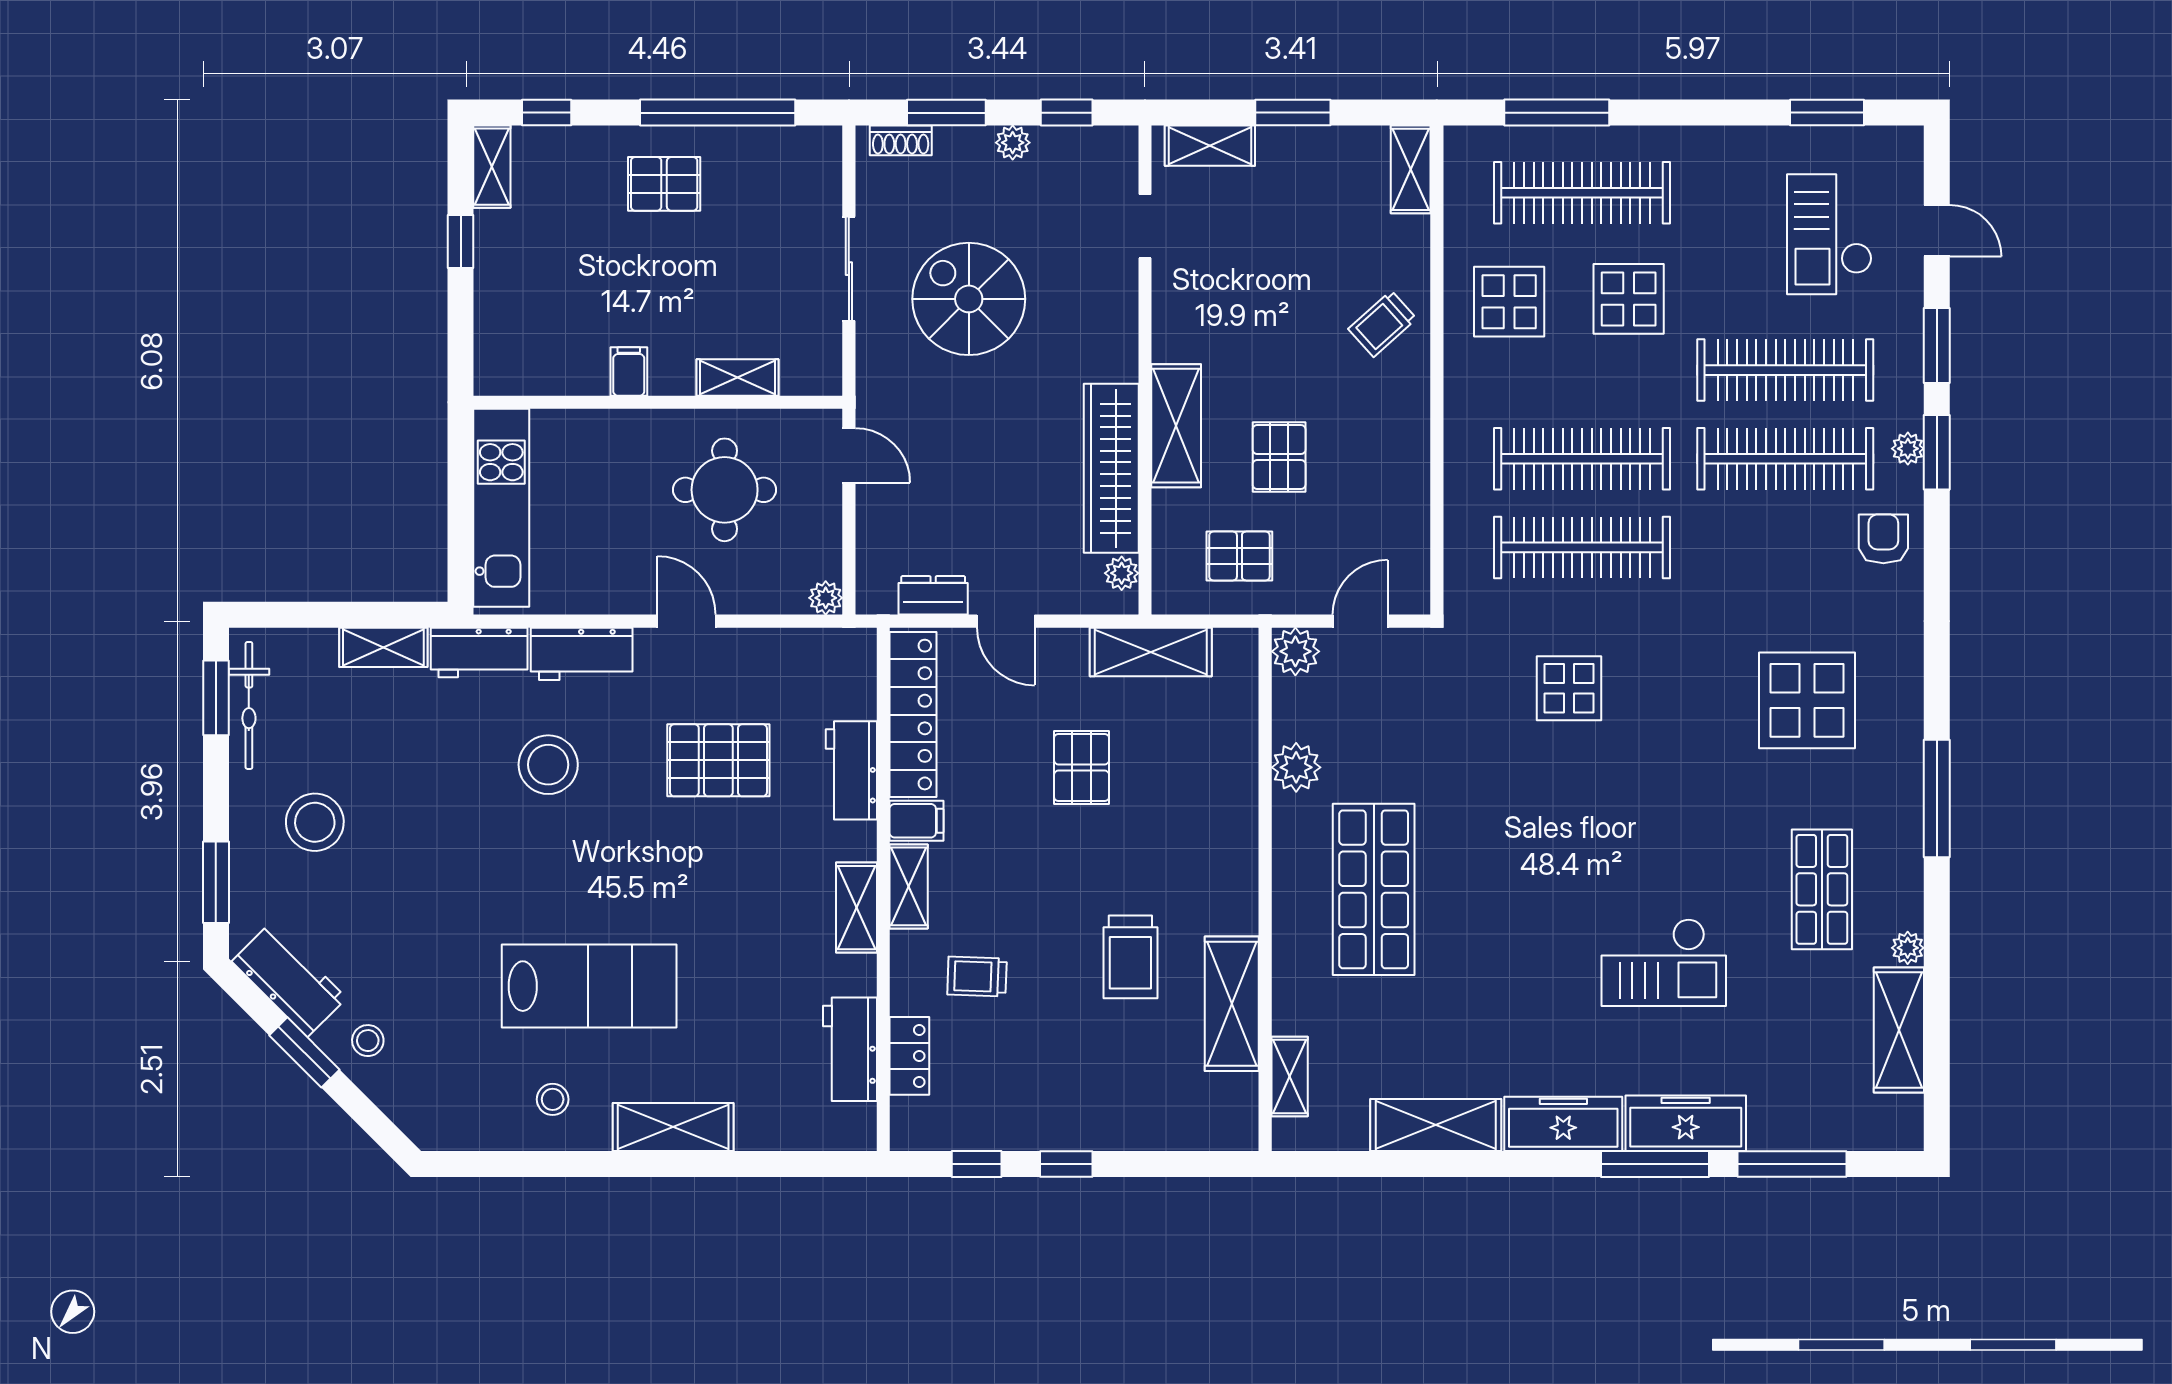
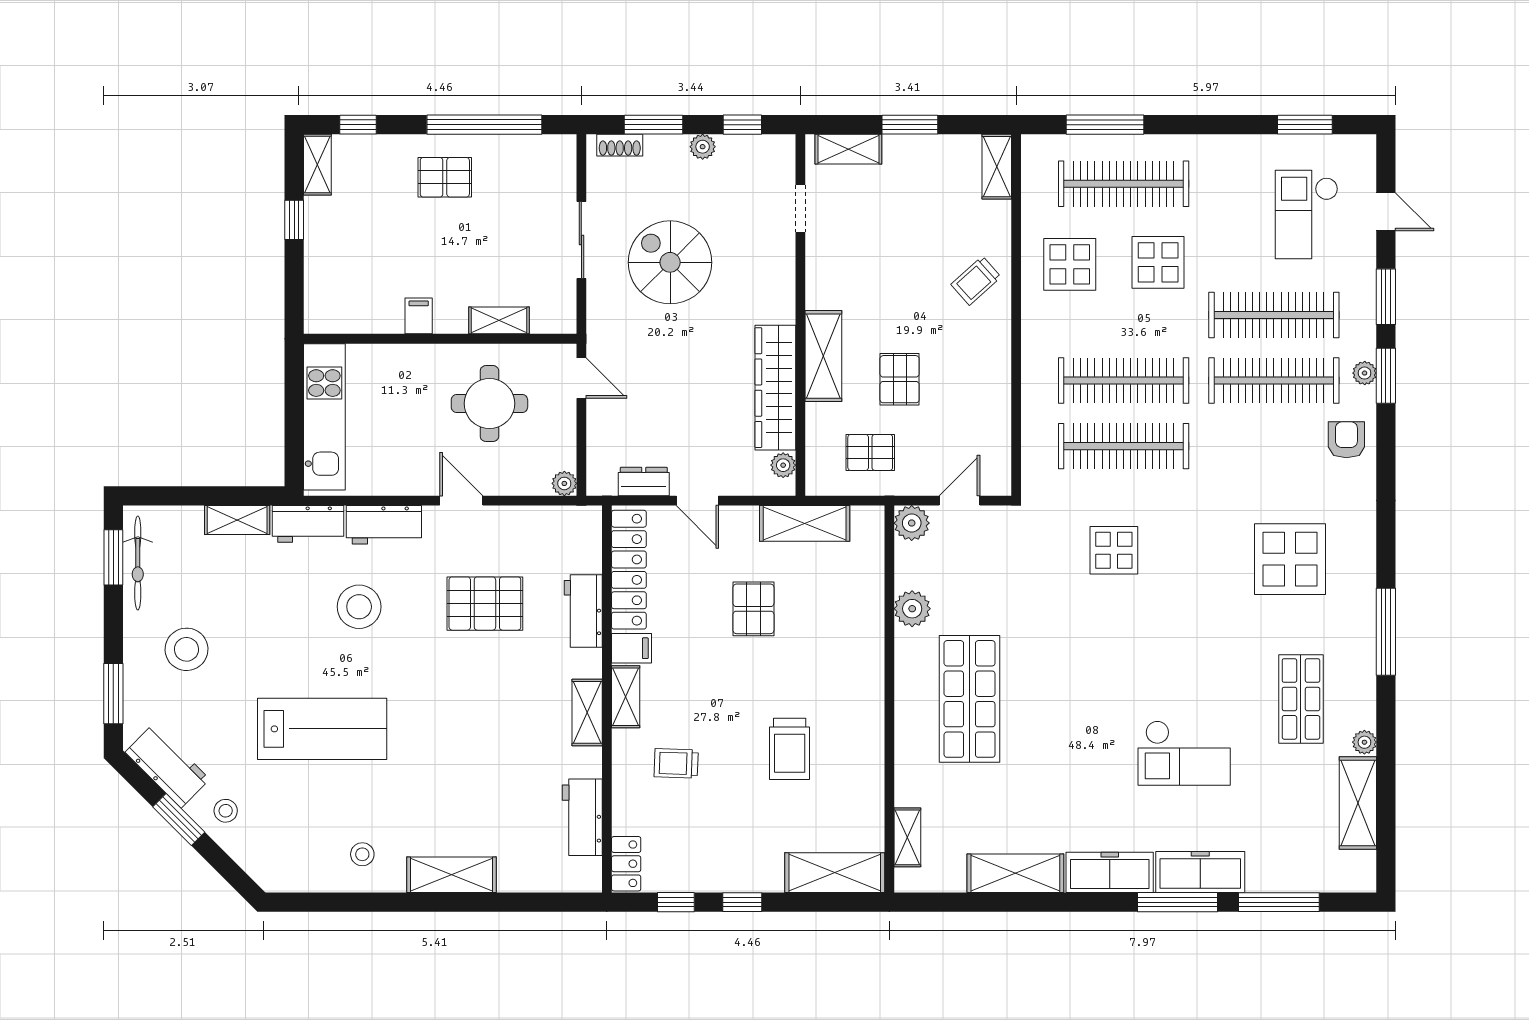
lab bench: (589, 986) -> (322, 729), moved
shelving: (1232, 1004) -> (835, 873), moved, turned 90
locker: (909, 1056) -> (626, 864), moved

